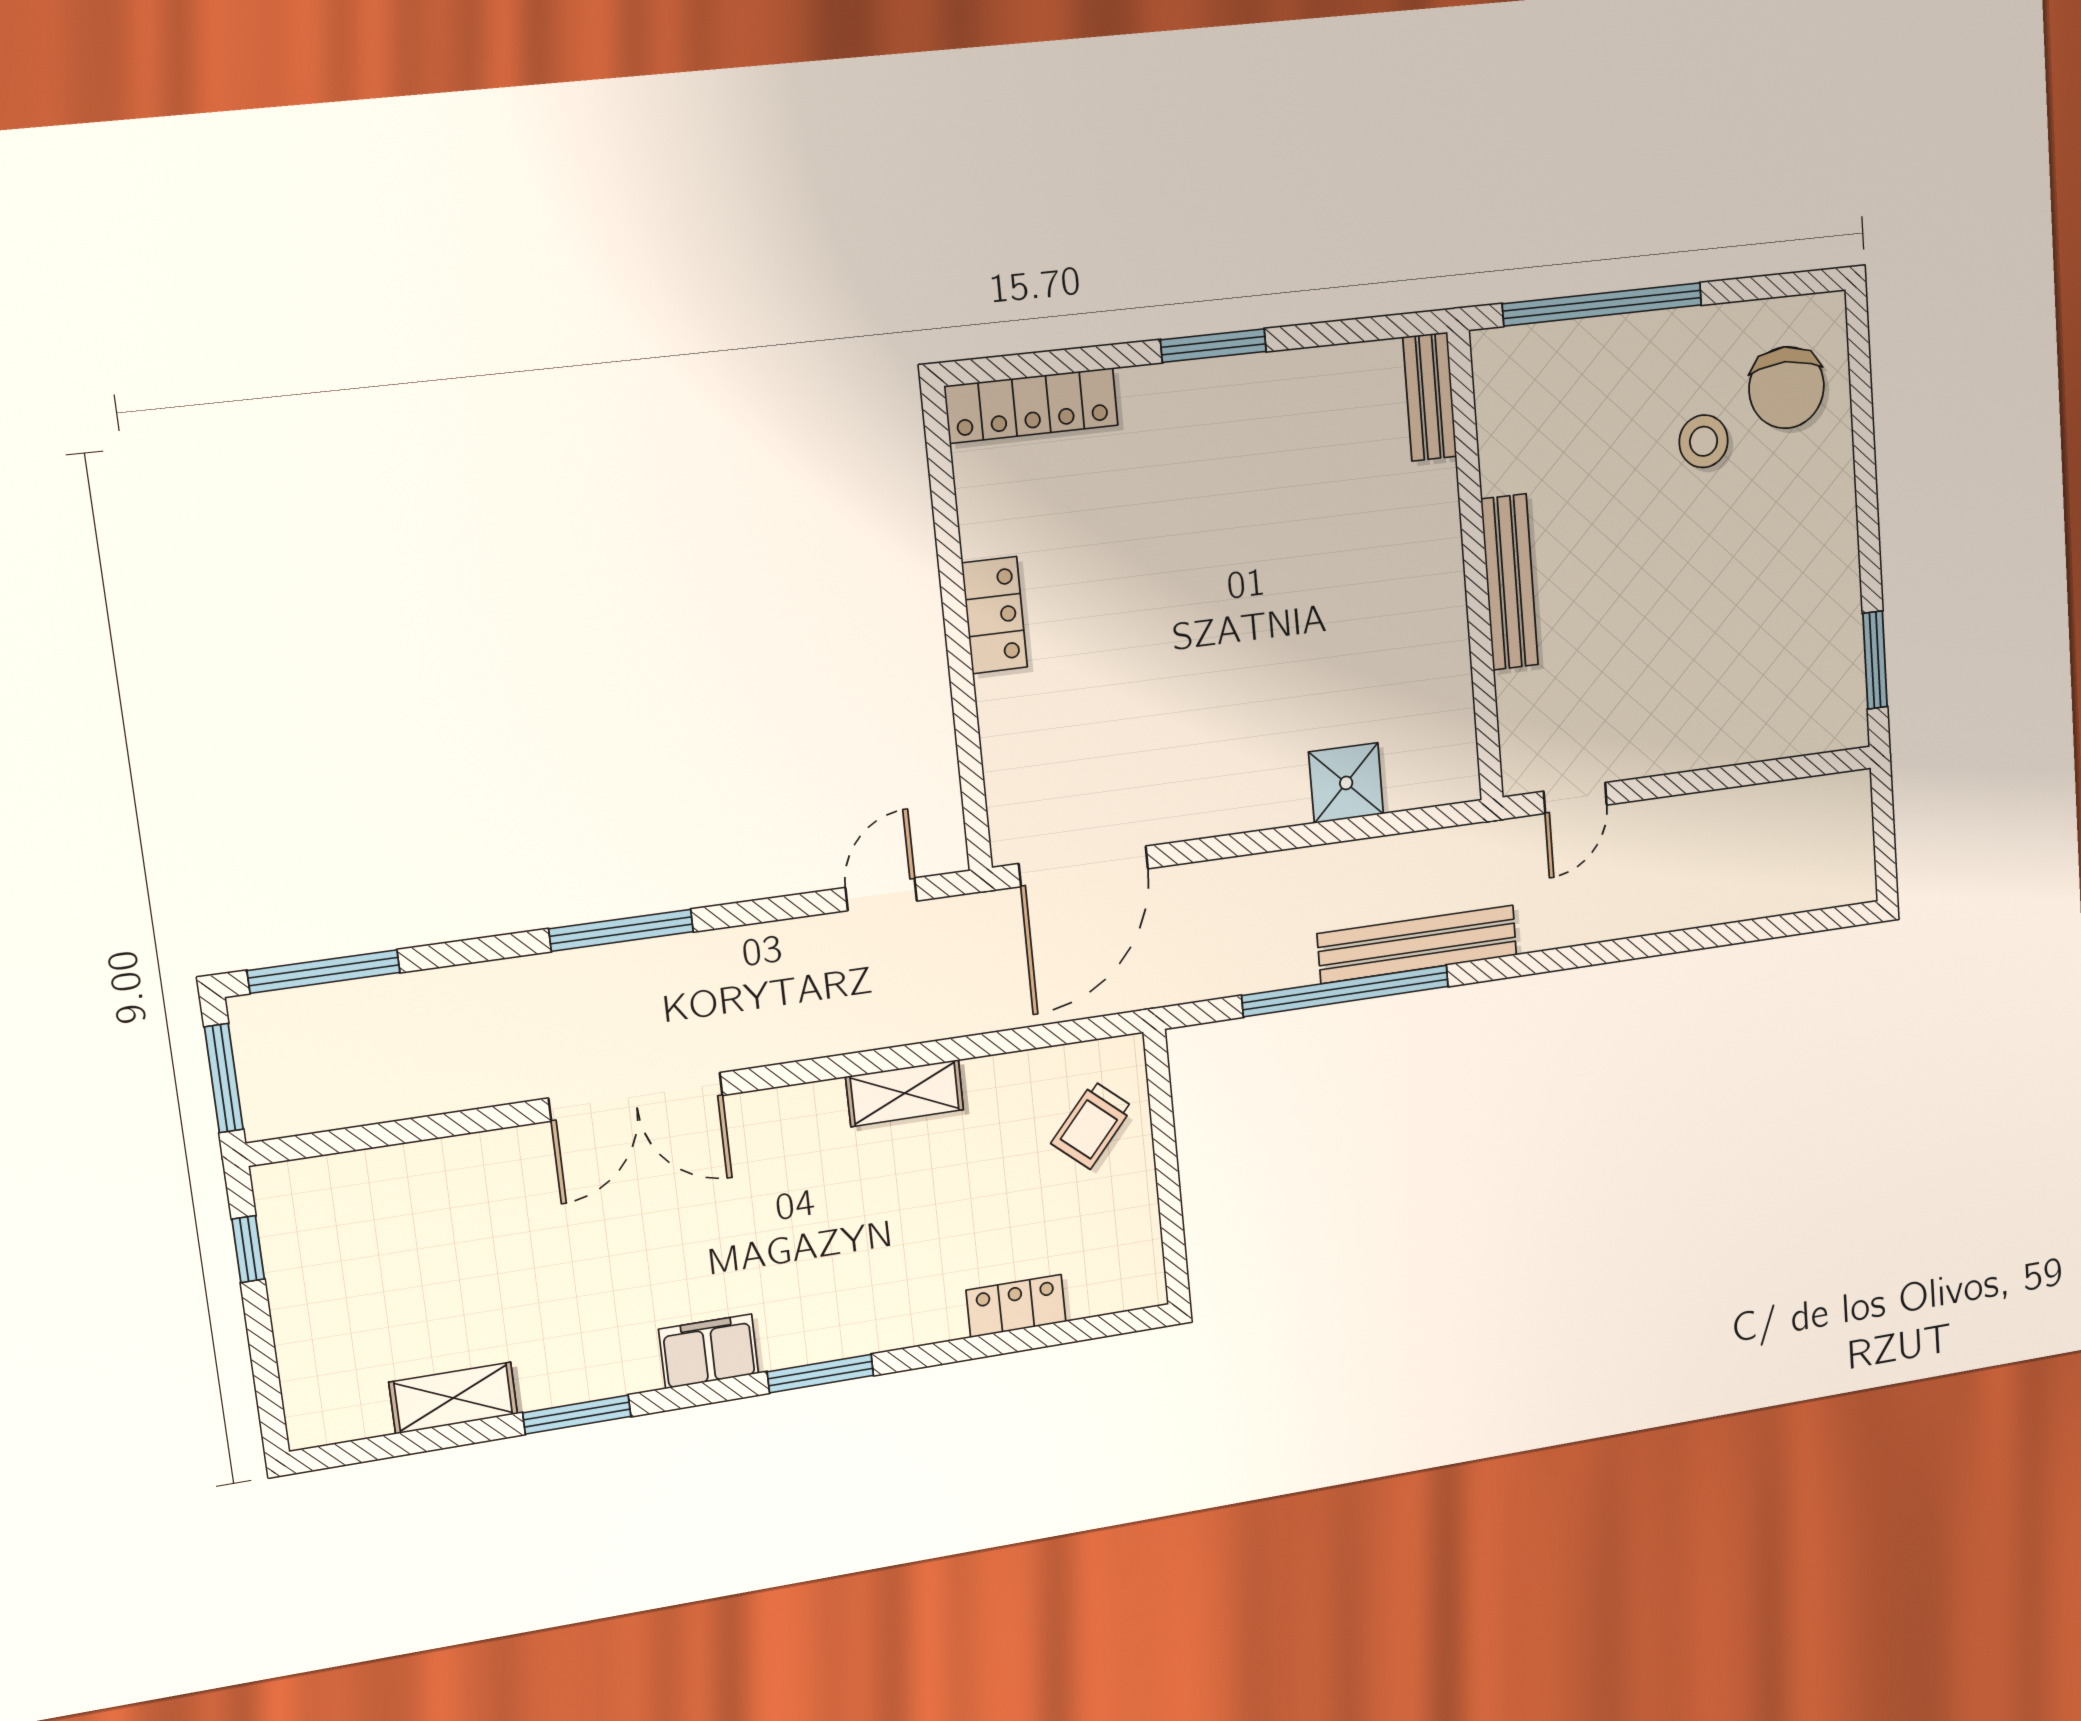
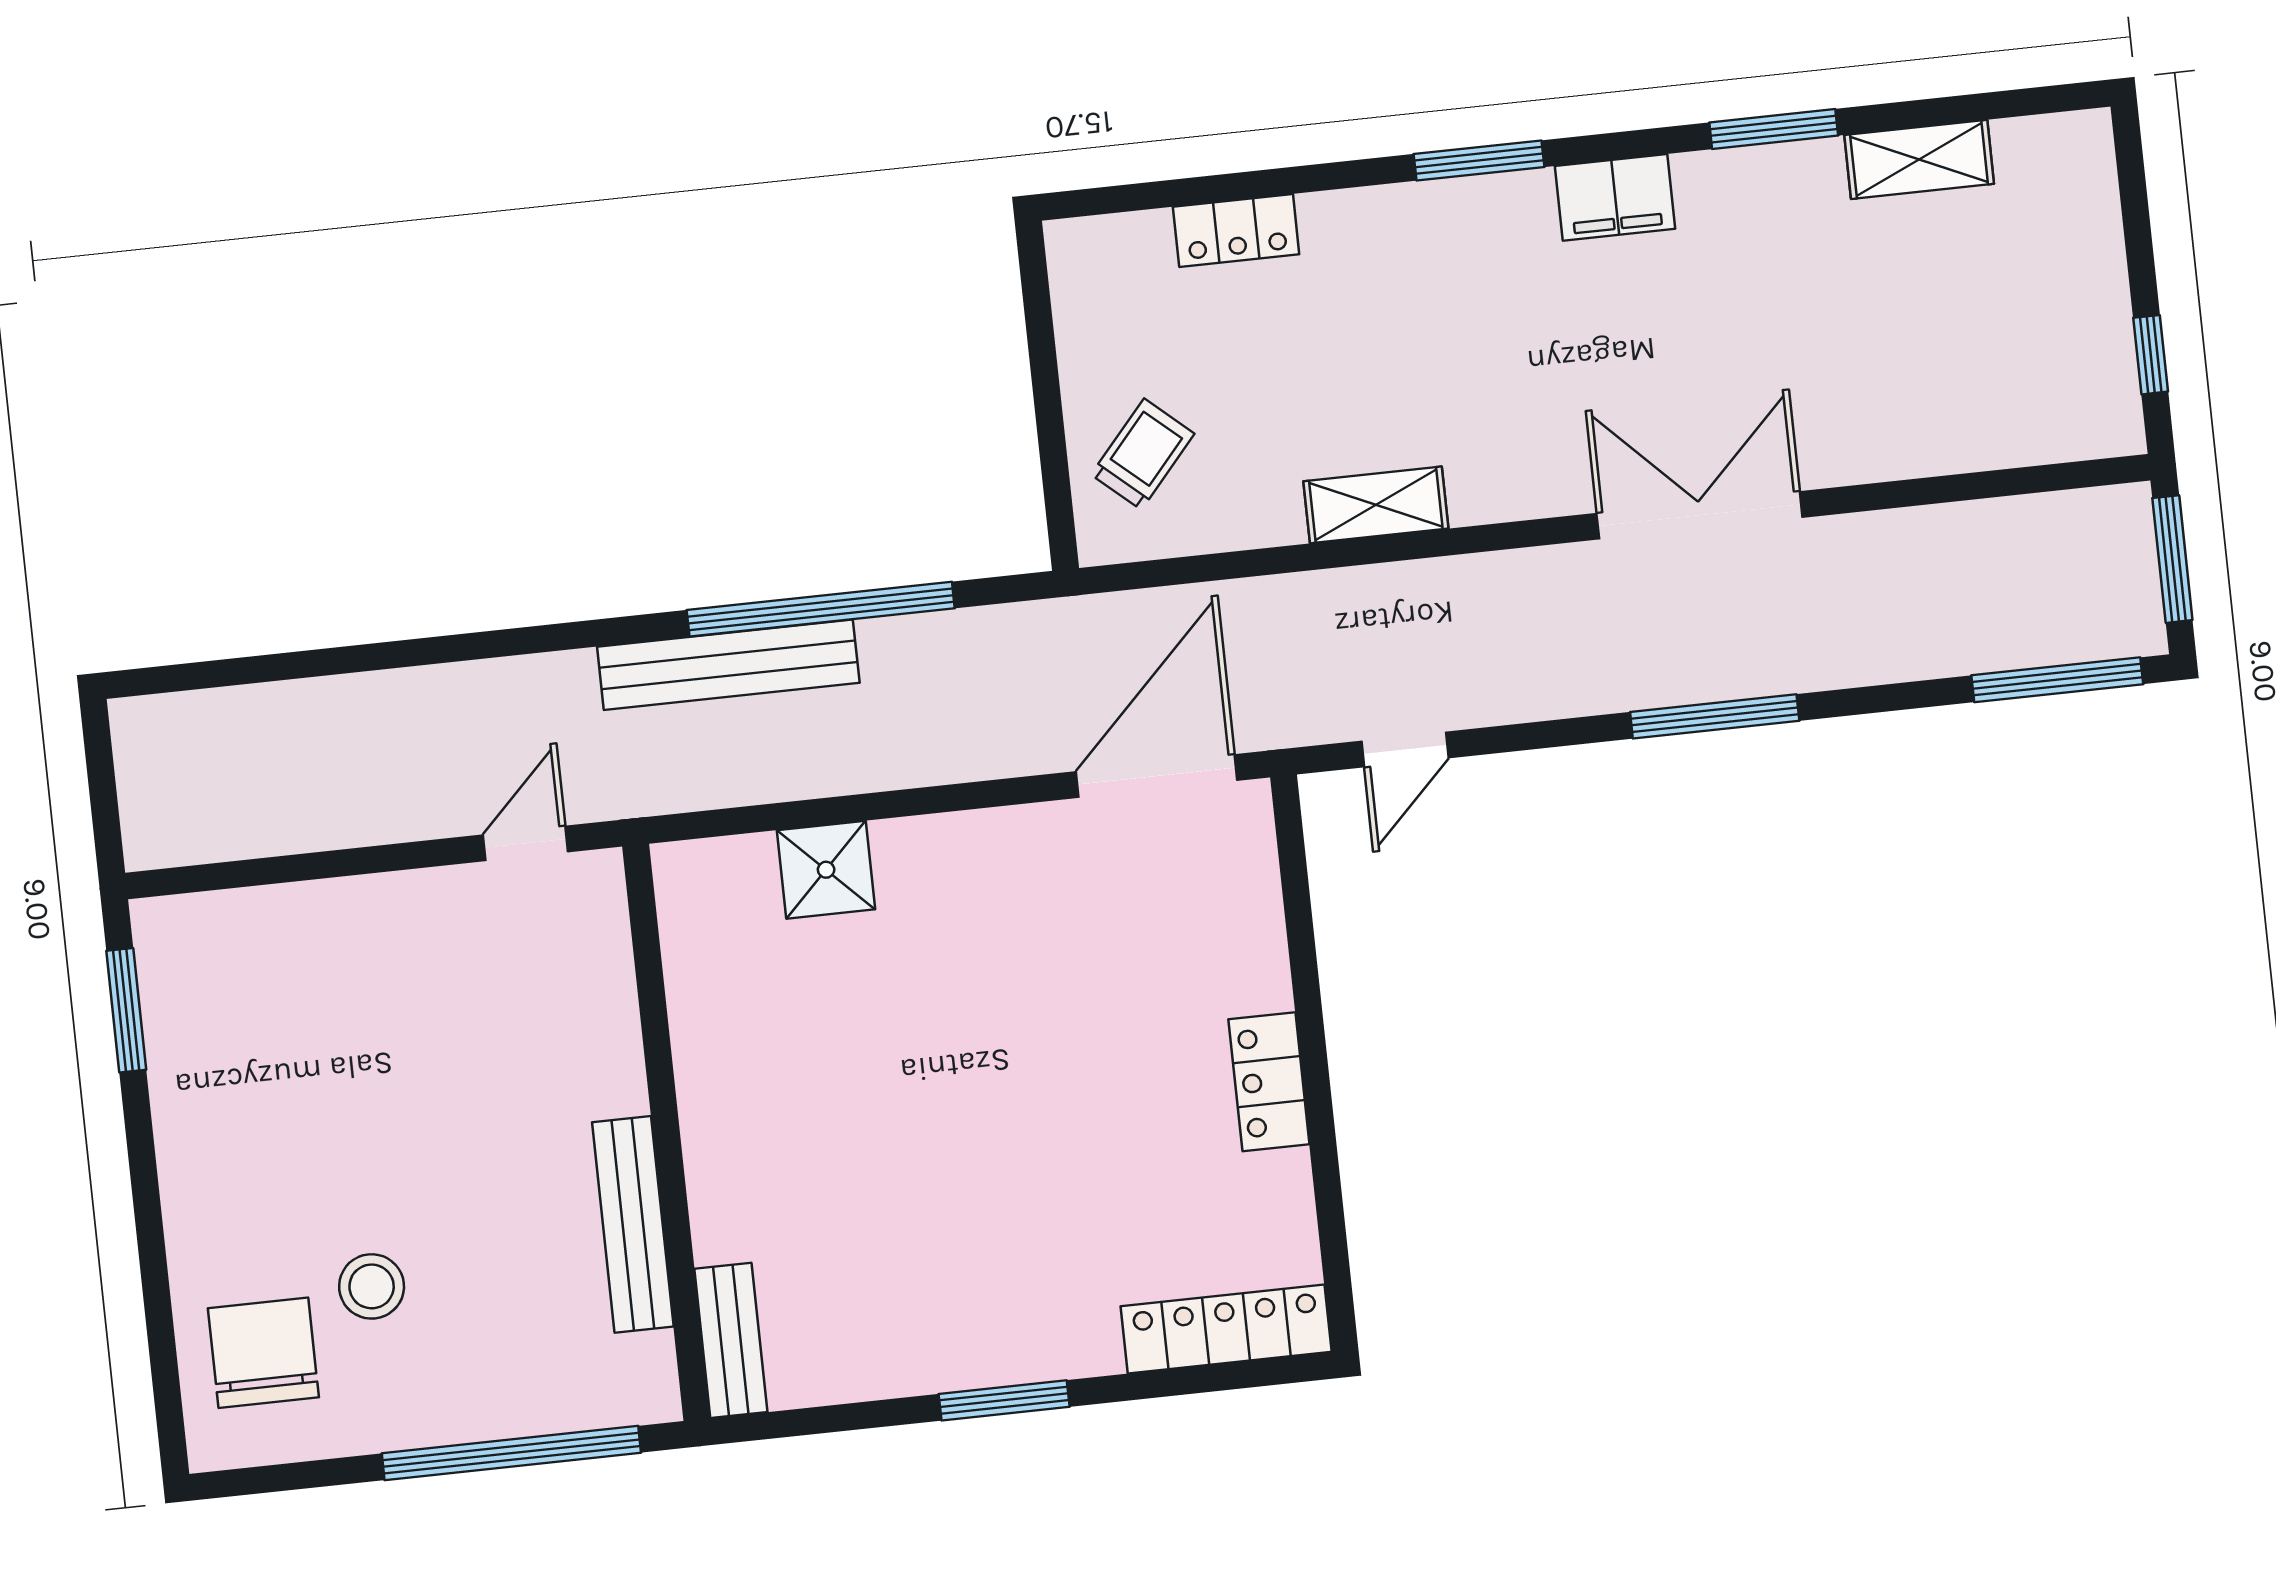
bench: (1510, 582) -> (633, 1224), moved

